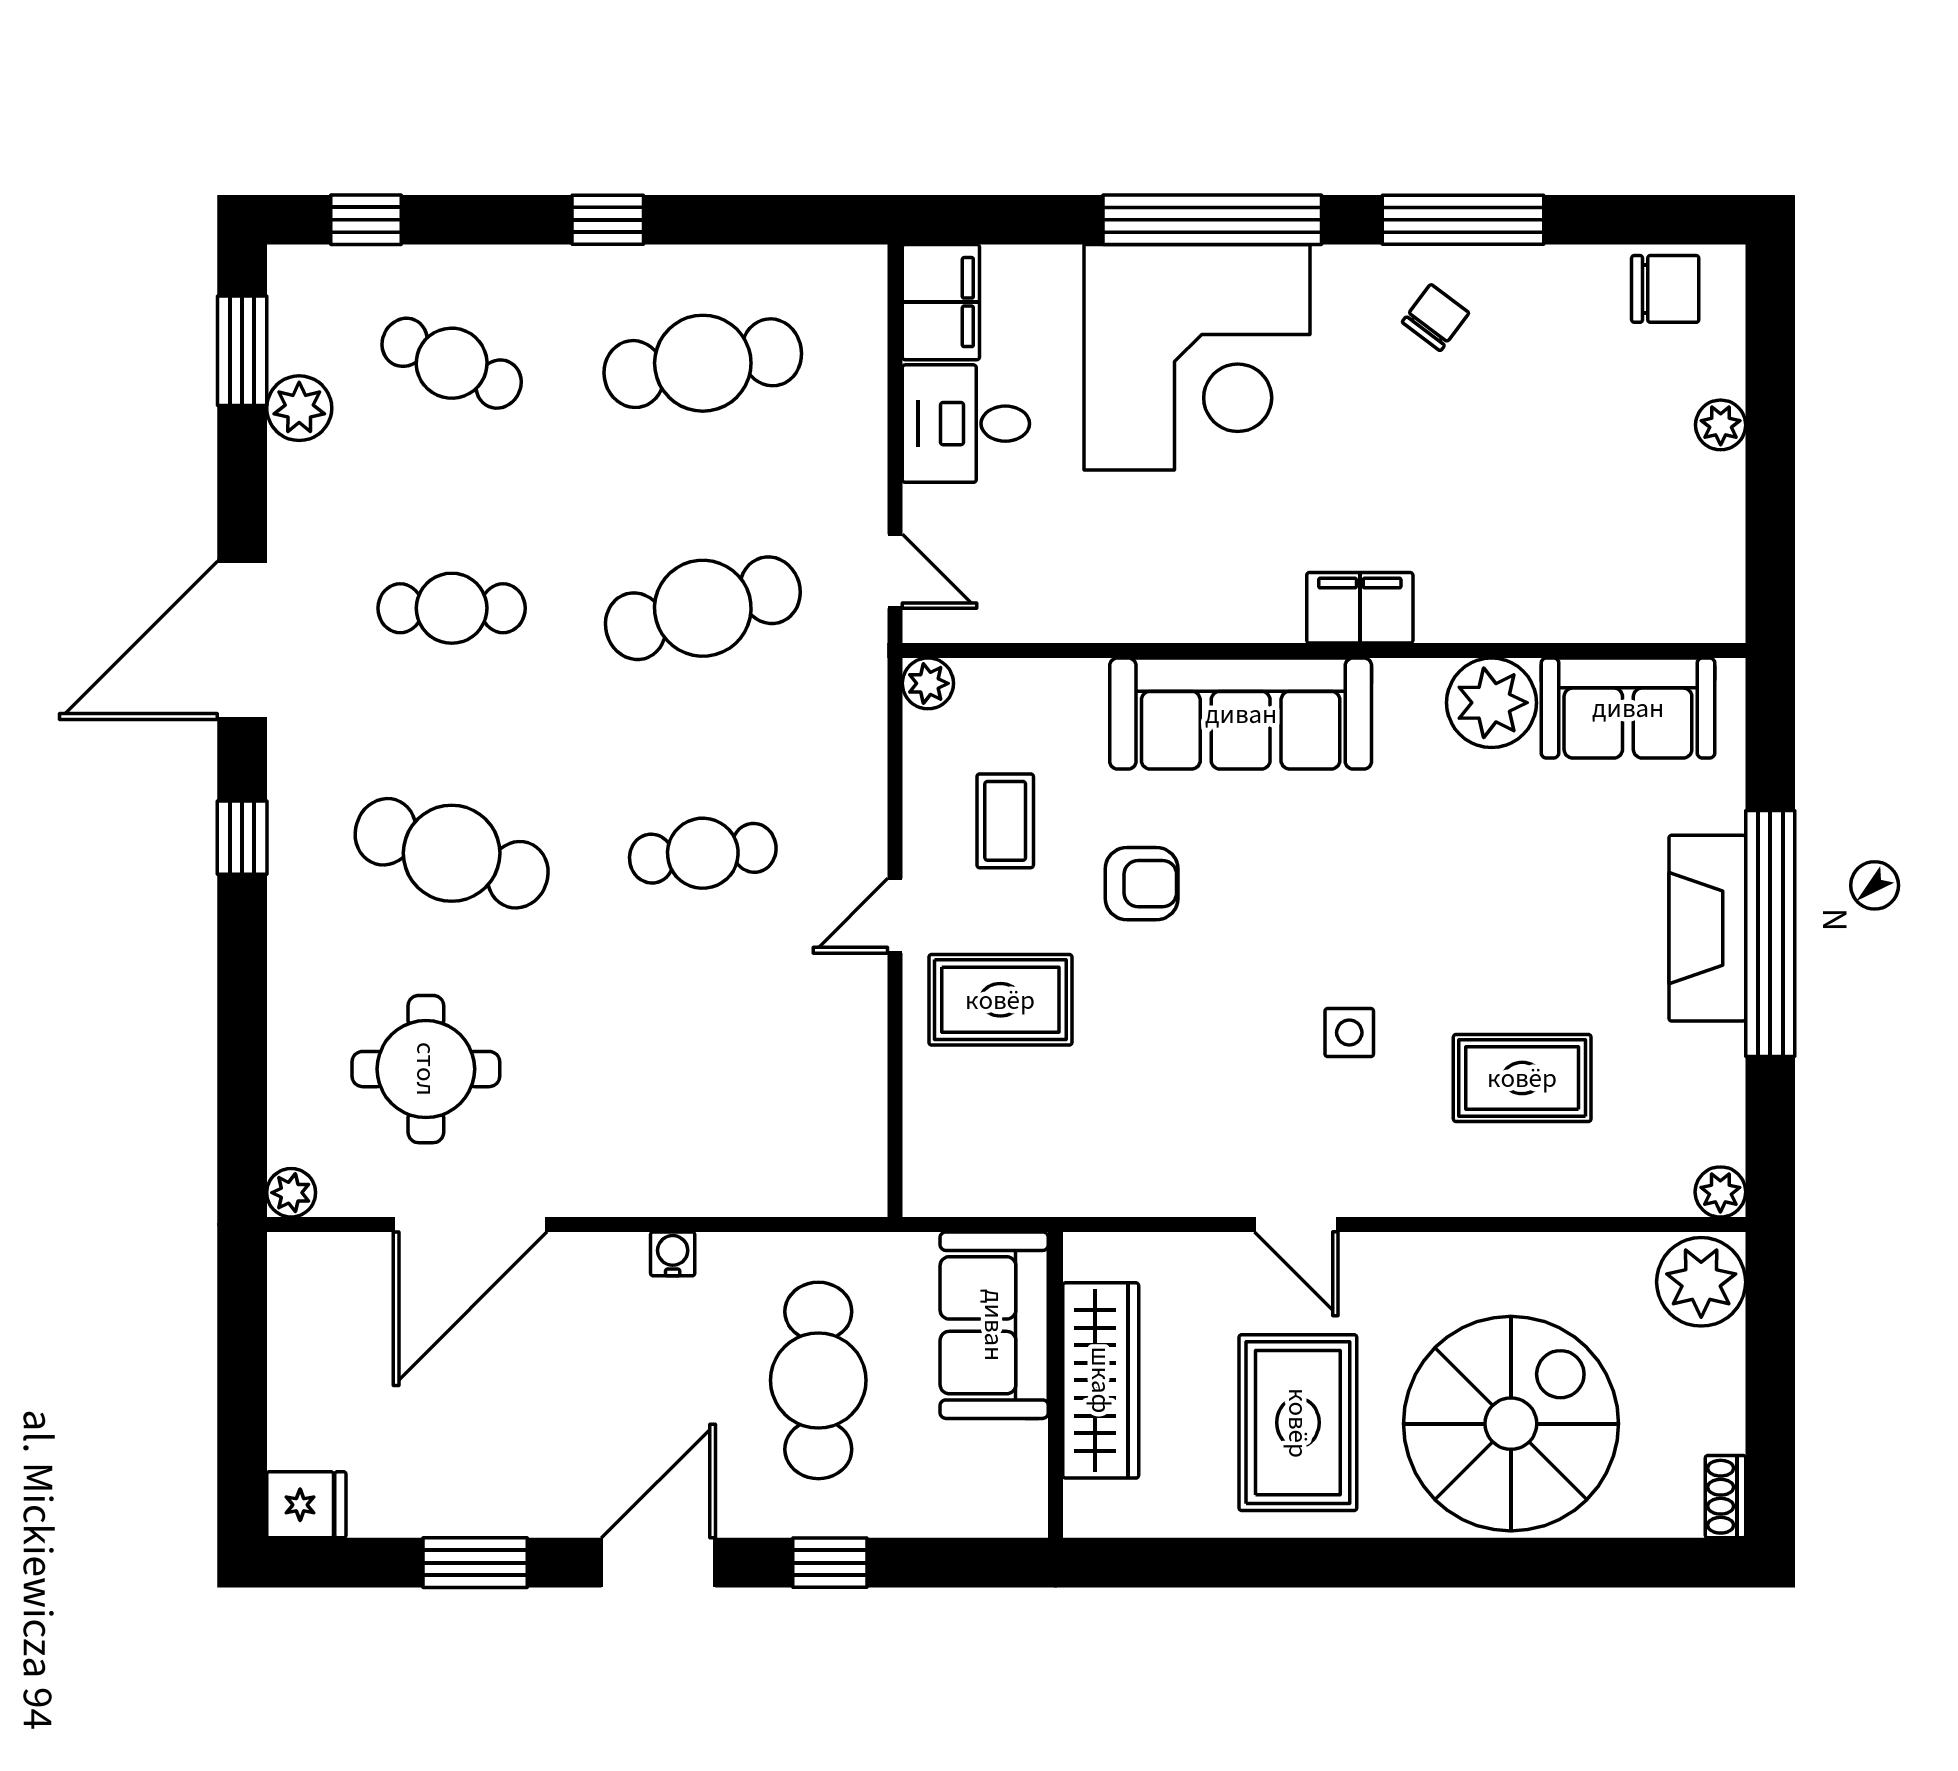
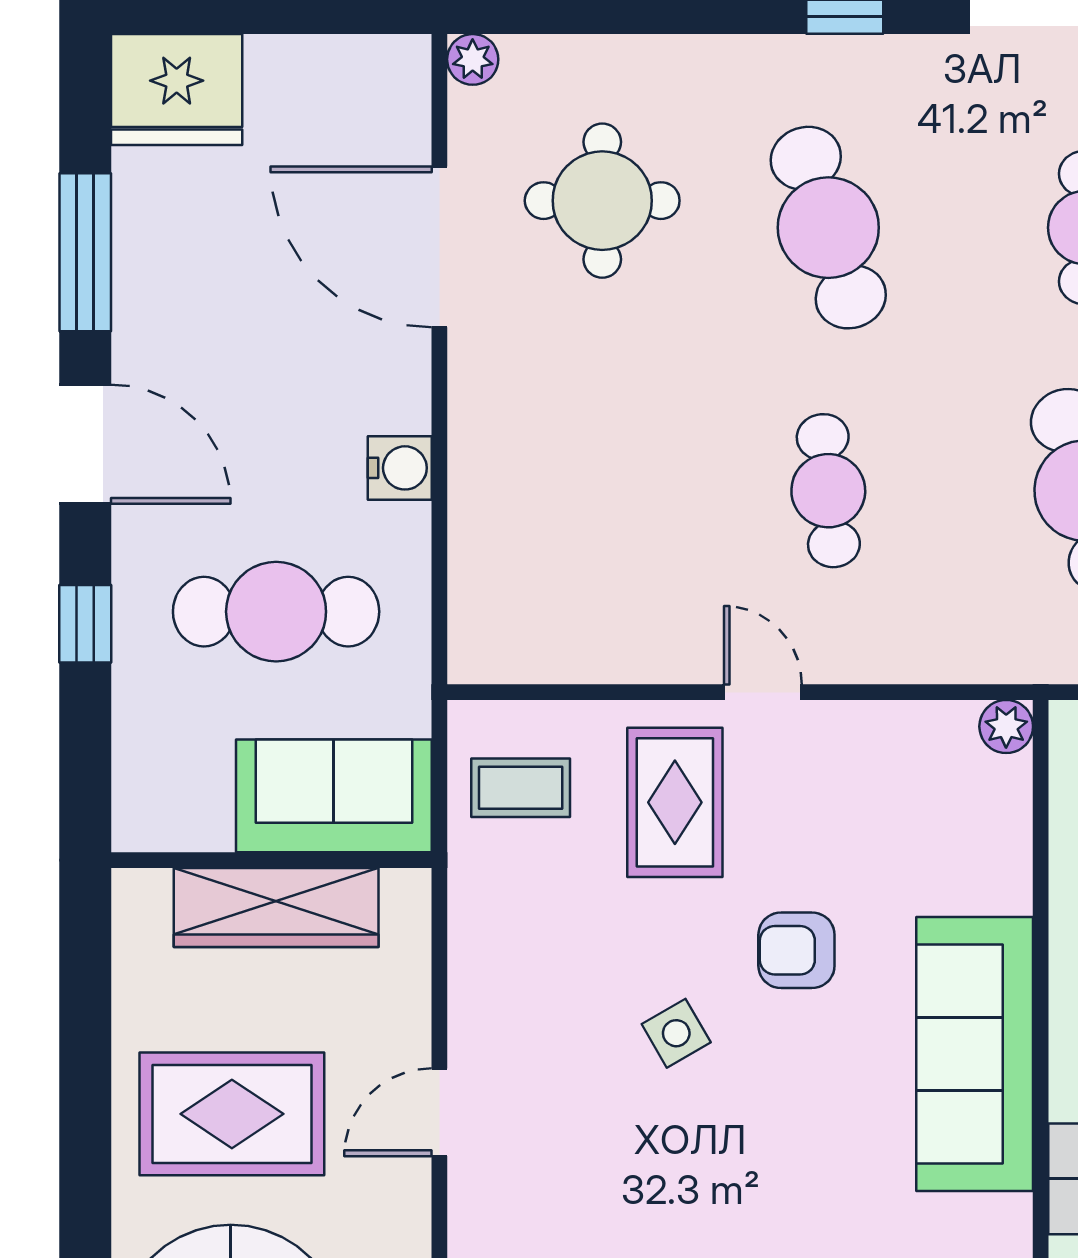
coffee table: (1005, 821) -> (521, 788), moved
cafe table: (452, 853) -> (828, 228), turned -36
armchair: (1142, 884) -> (796, 950), turned 90
side table: (1349, 1033) -> (676, 1033), moved, turned -30
water cooler: (673, 1254) -> (400, 468), width x1.38, depth x1.38
fridge: (306, 1505) -> (177, 89), width x1.88, depth x1.34
window: (475, 1563) -> (85, 252), width x1.44

